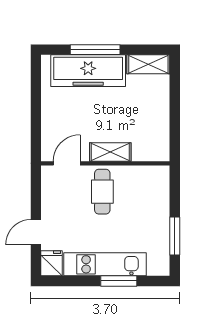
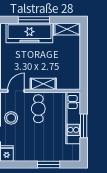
stool: (59, 206) -> (11, 118), added
window: (175, 236) -> (84, 126), moved
kitchen unit: (105, 264) -> (73, 118), moved, turned -90

